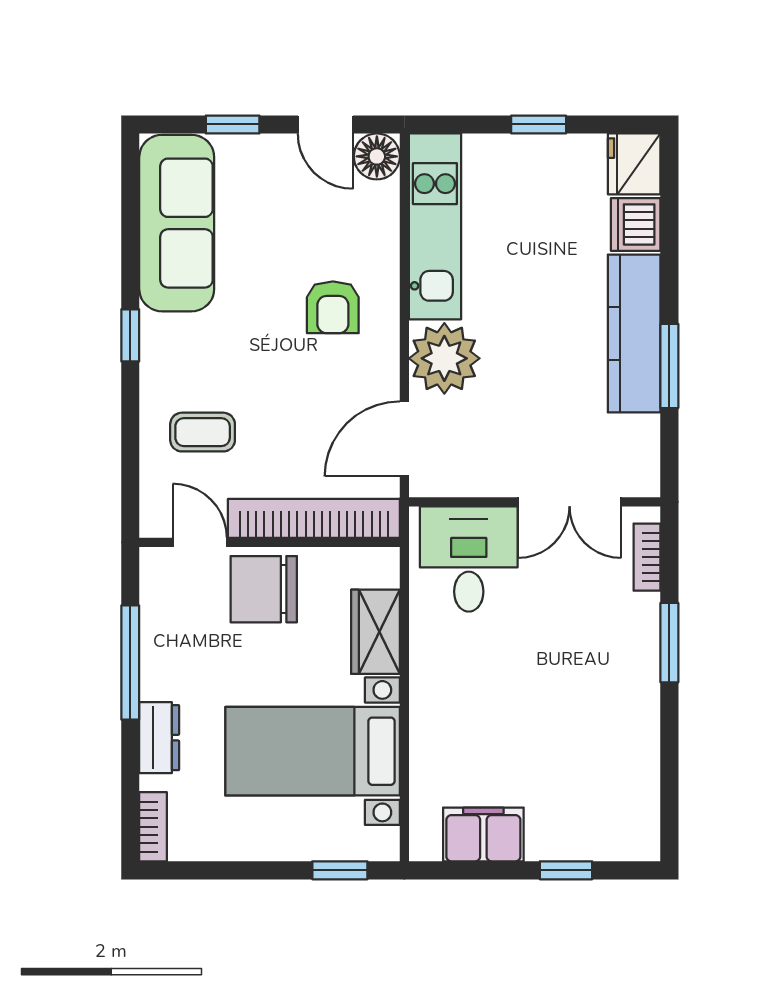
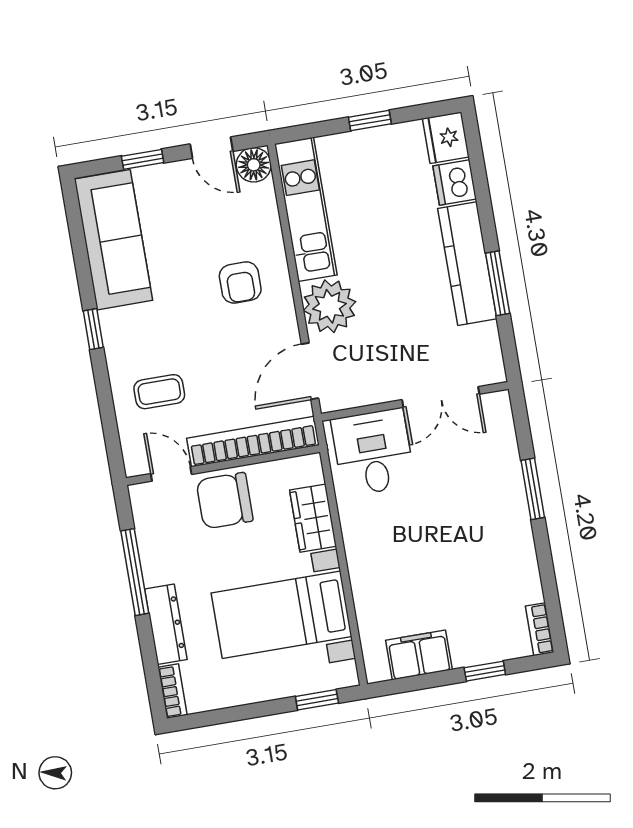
bookcase: (647, 557) -> (540, 629), moved
dresser: (159, 738) -> (166, 624), width x1.44

